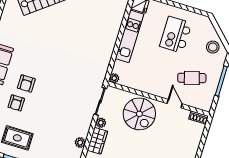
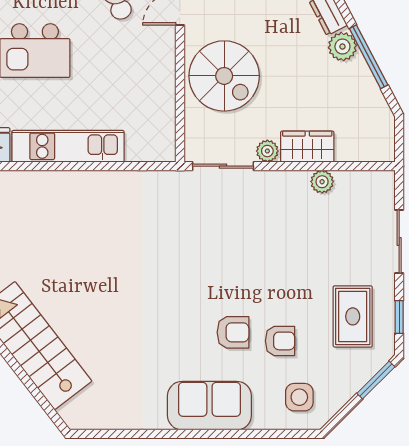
plant: (114, 78) -> (165, 152), removed
spiral stairs: (139, 114) -> (224, 76), turned 90

